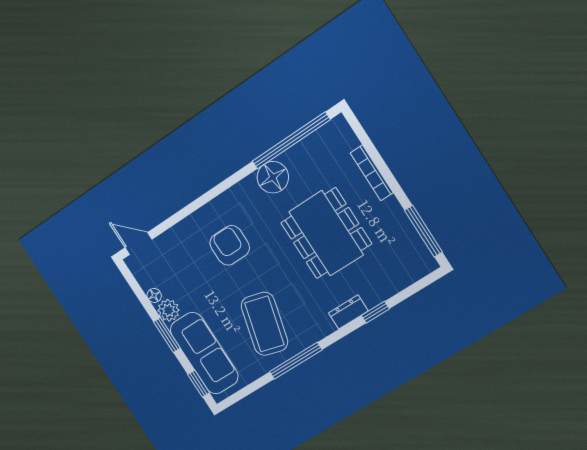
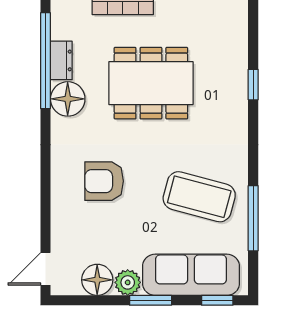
floor lamp: (154, 295) -> (97, 280), width x1.89, depth x1.89
dresser: (348, 312) -> (61, 60), moved, turned 180
window: (296, 361) -> (253, 218), moved

